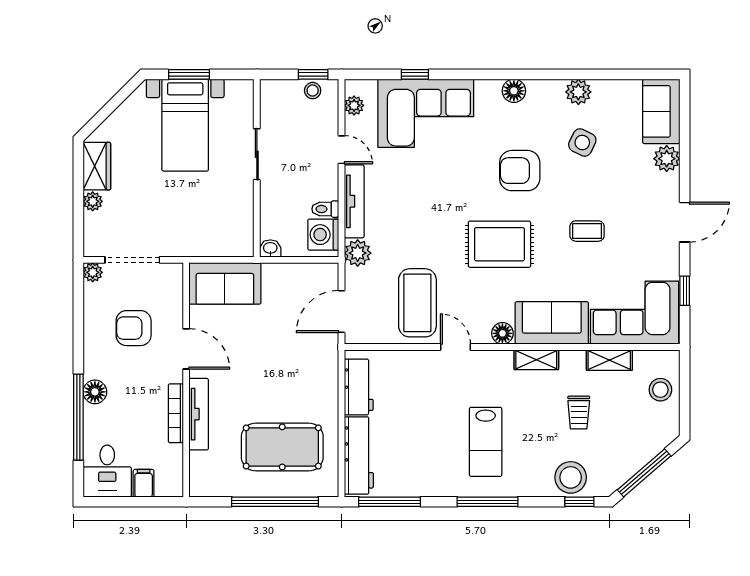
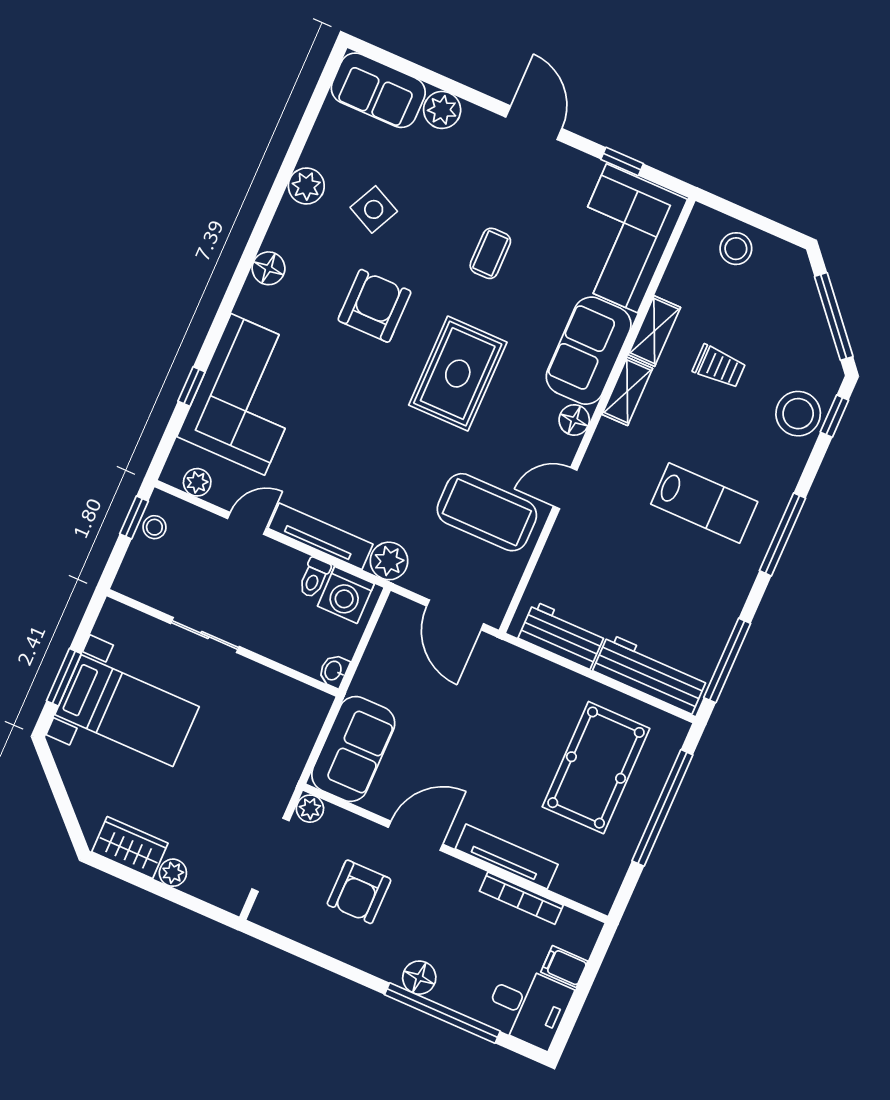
armchair: (520, 171) -> (374, 306), turned 180
plant: (93, 272) -> (310, 809), moved
shelving: (609, 360) -> (654, 331), moved
bookcase: (176, 413) -> (521, 898), moved

